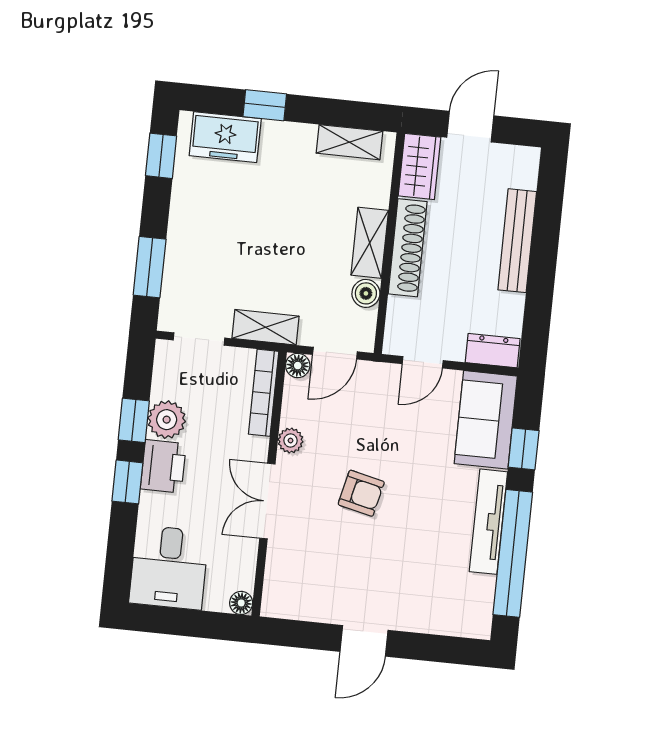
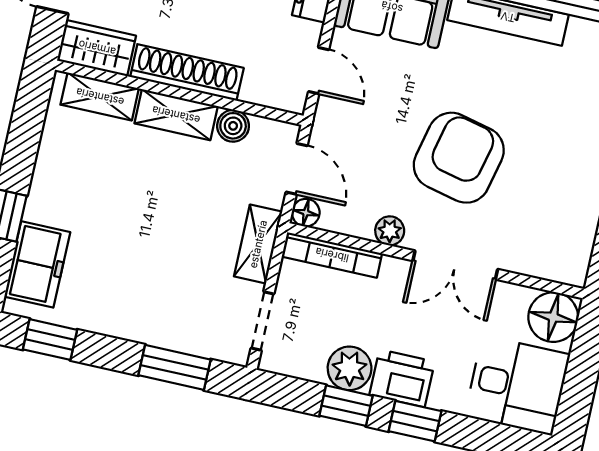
shelving: (350, 142) -> (100, 97), moved, turned 90
armchair: (361, 493) -> (459, 158), width x1.88, depth x1.88
floor lamp: (241, 603) -> (553, 317), width x1.89, depth x1.89

